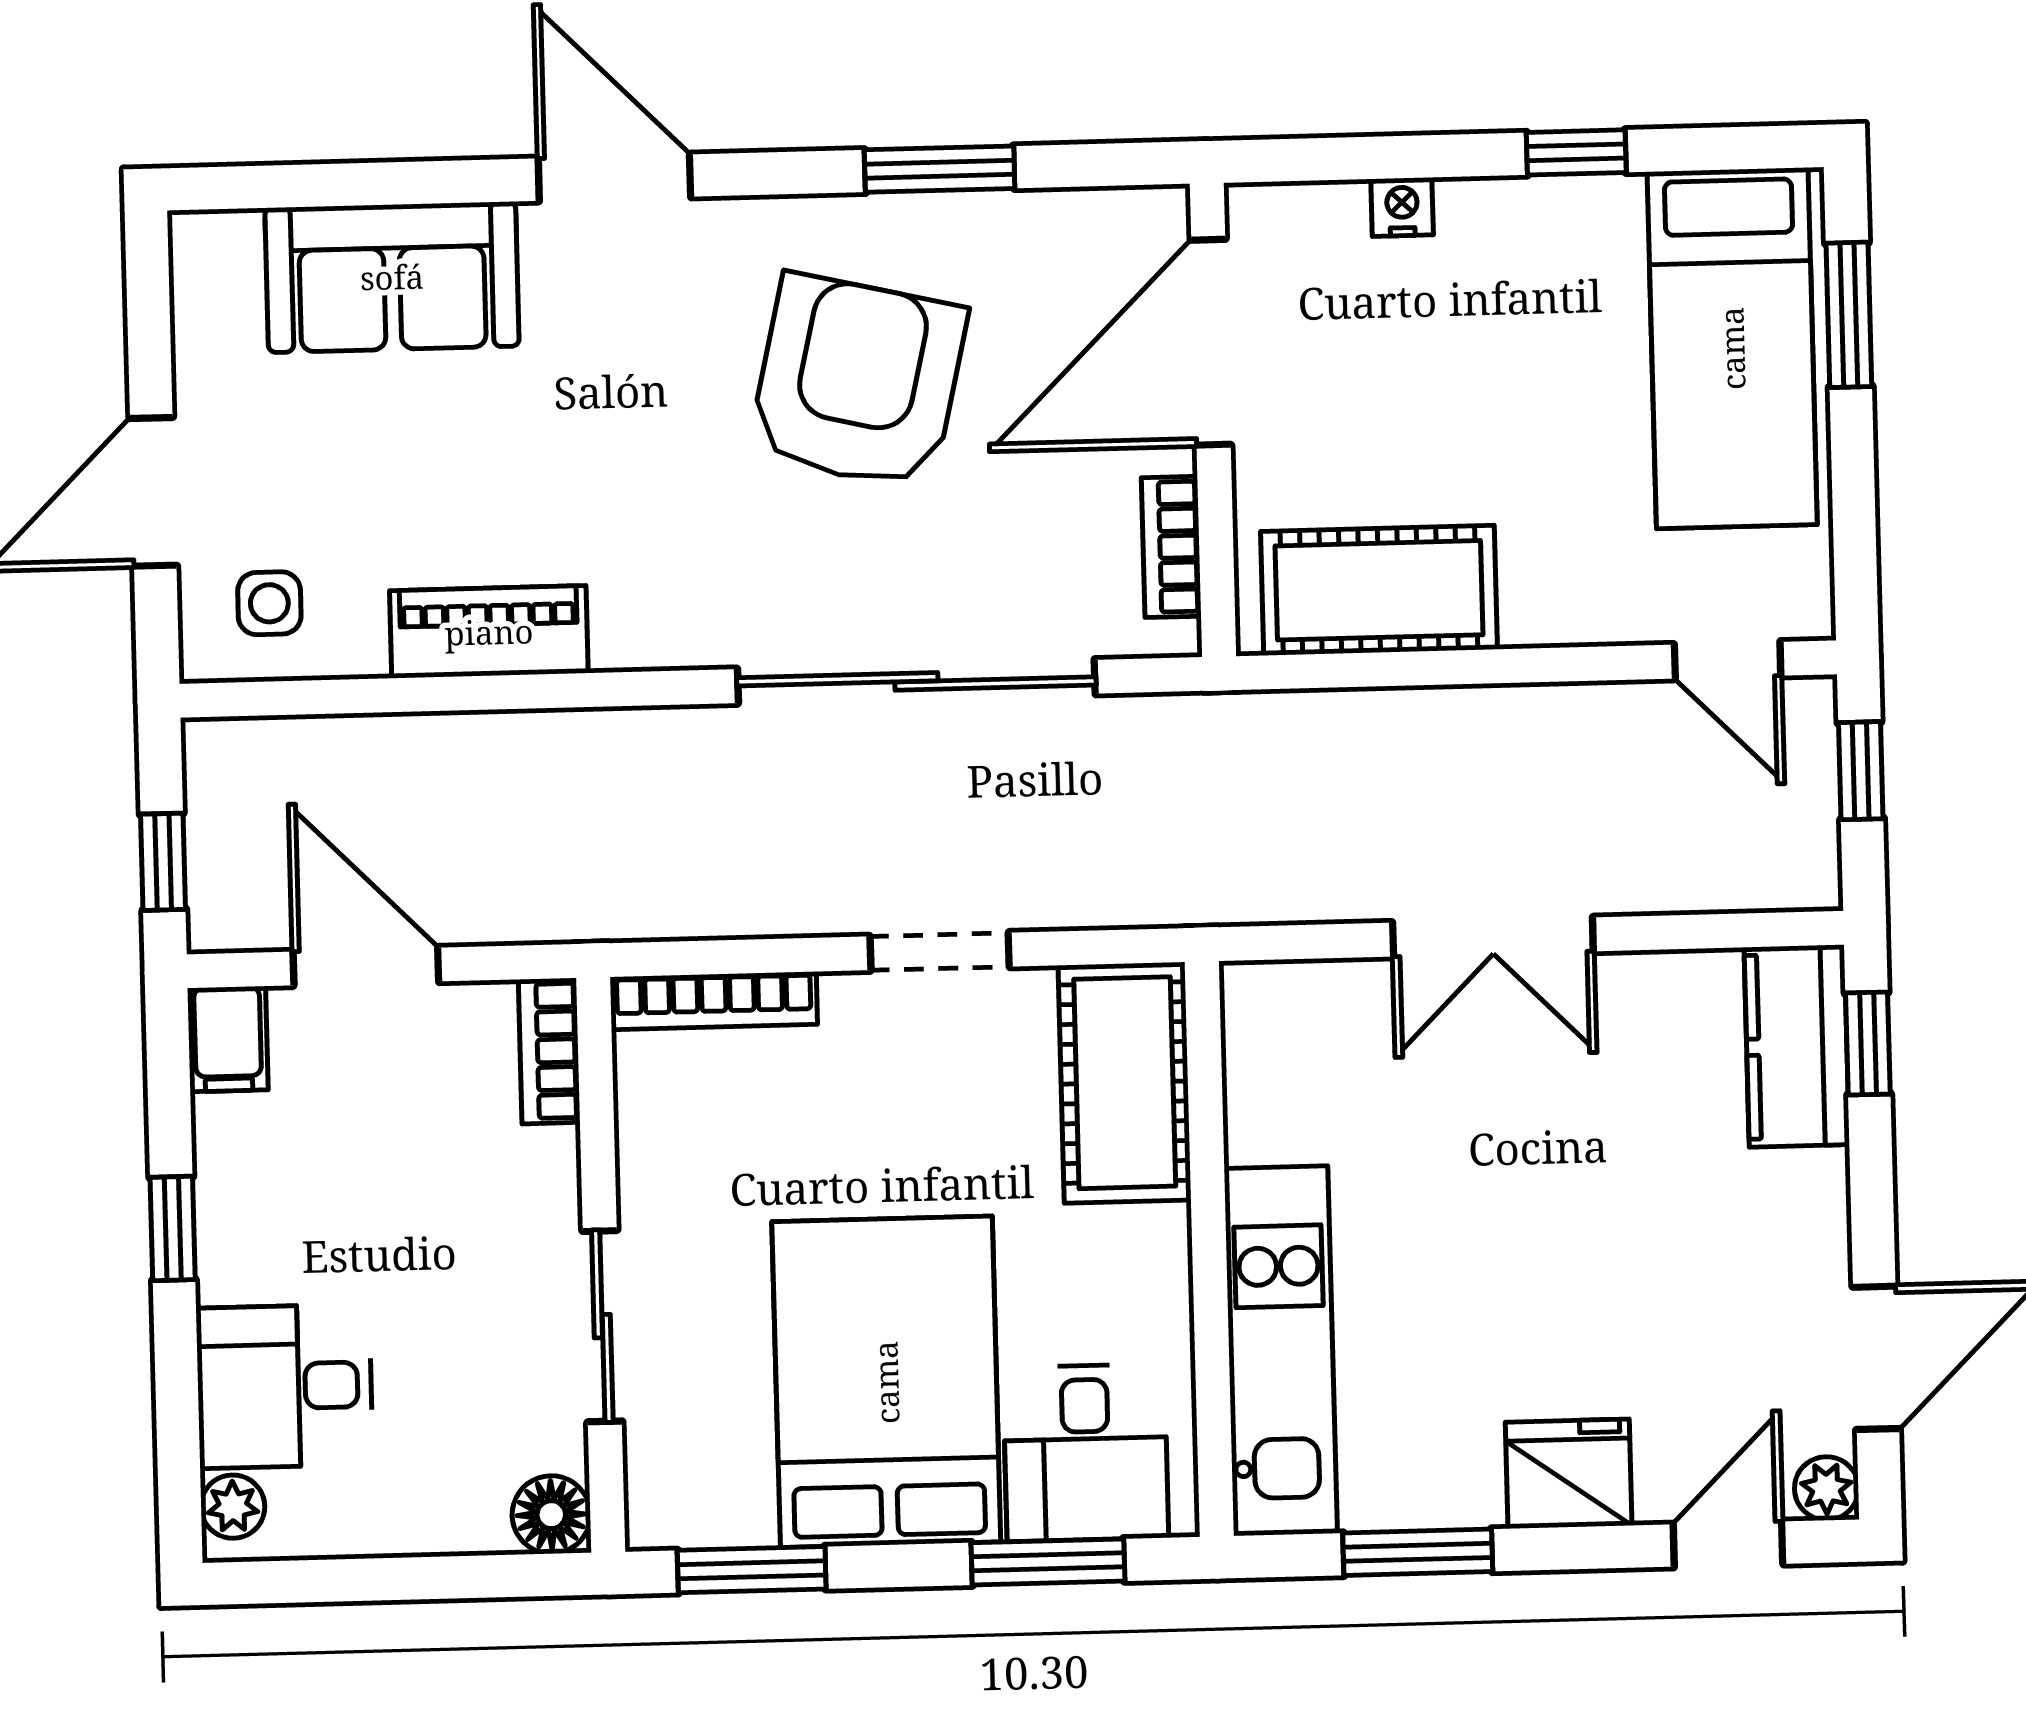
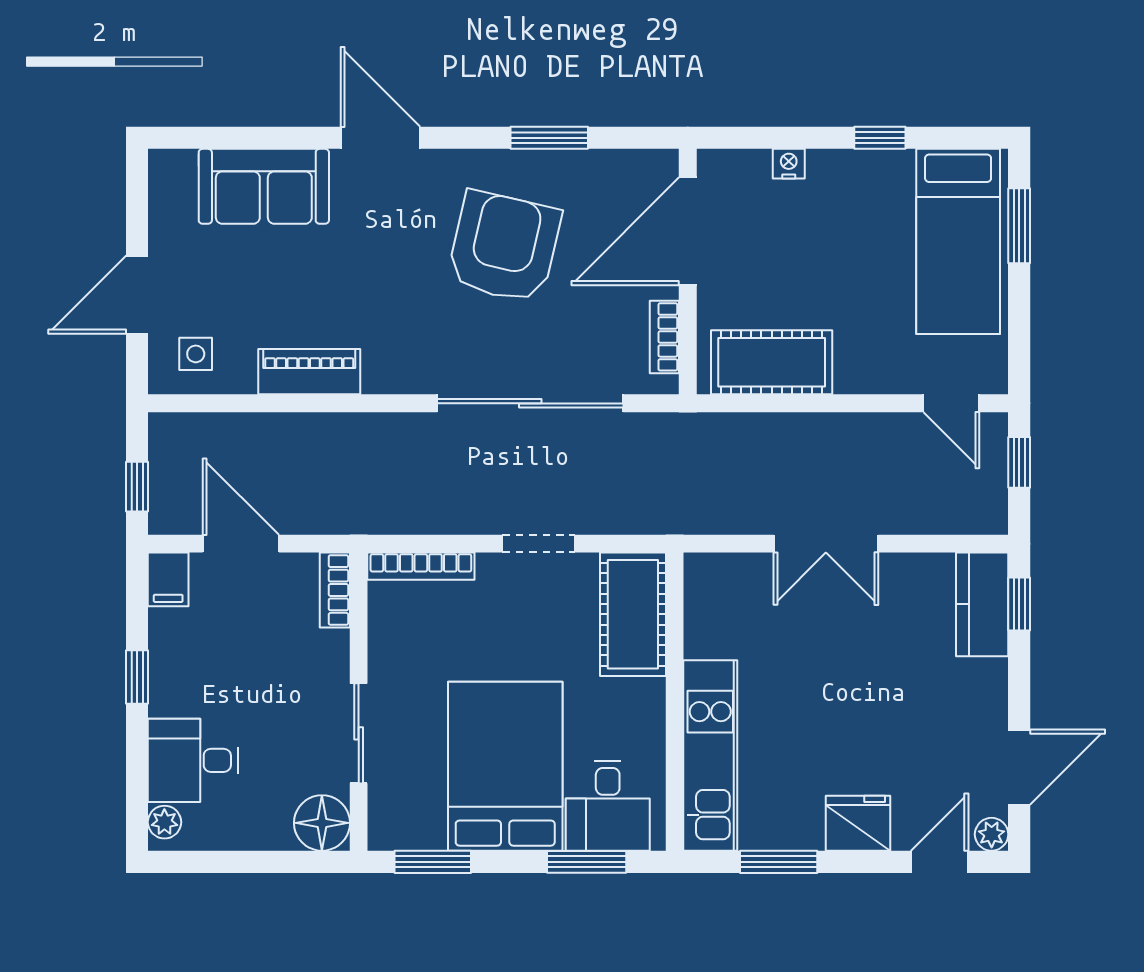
floor lamp: (551, 1515) -> (322, 823), width x1.38, depth x1.38

